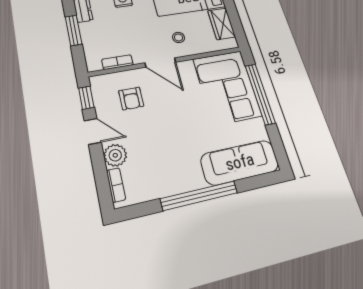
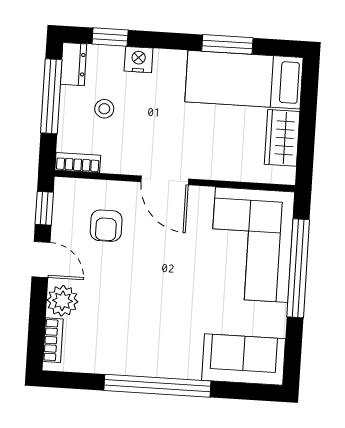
window: (74, 30) -> (51, 96), width x1.44
stool: (179, 37) -> (104, 109), moved
bookcase: (117, 62) -> (78, 163), moved
sofa: (240, 162) -> (244, 359), width x0.73

